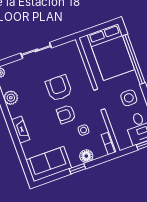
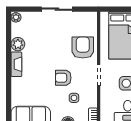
armchair: (59, 88) -> (83, 48), moved
fireplace: (21, 130) -> (16, 64), moved

